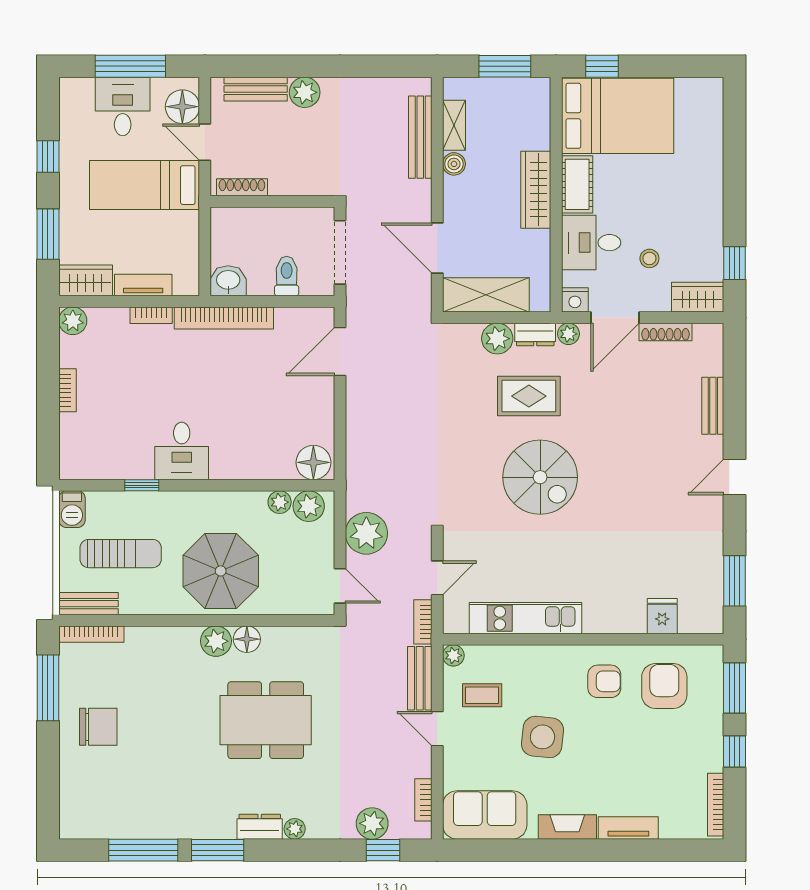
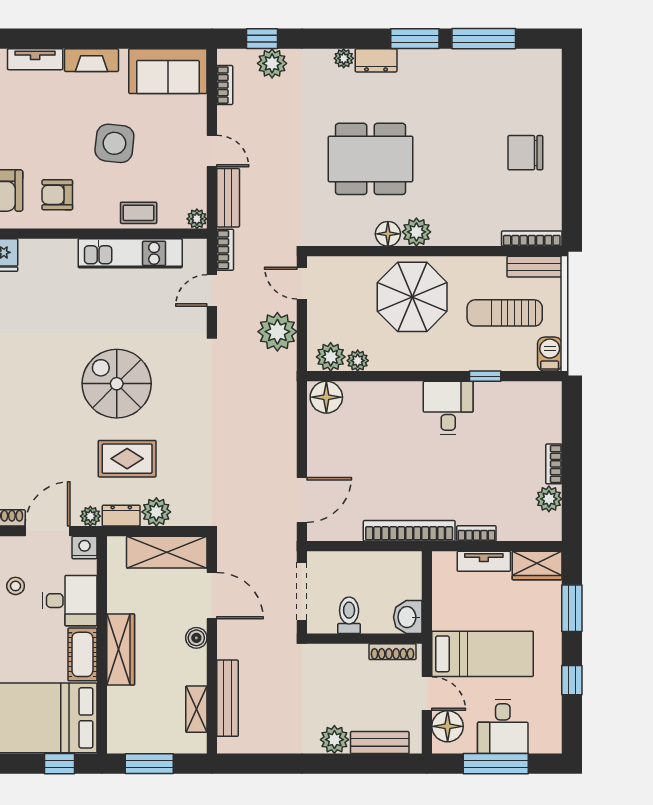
boiler: (454, 164) -> (196, 638), moved
toilet: (287, 276) -> (349, 615), moved, turned 180
washbasin: (228, 281) -> (408, 617), moved, turned 90
plant: (73, 321) -> (549, 499), moved
window: (48, 688) -> (572, 189), removed
coffee table: (482, 695) -> (139, 213), moved

